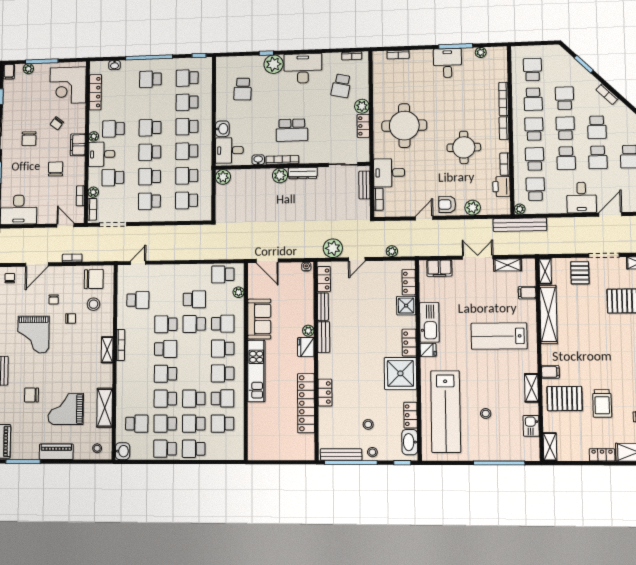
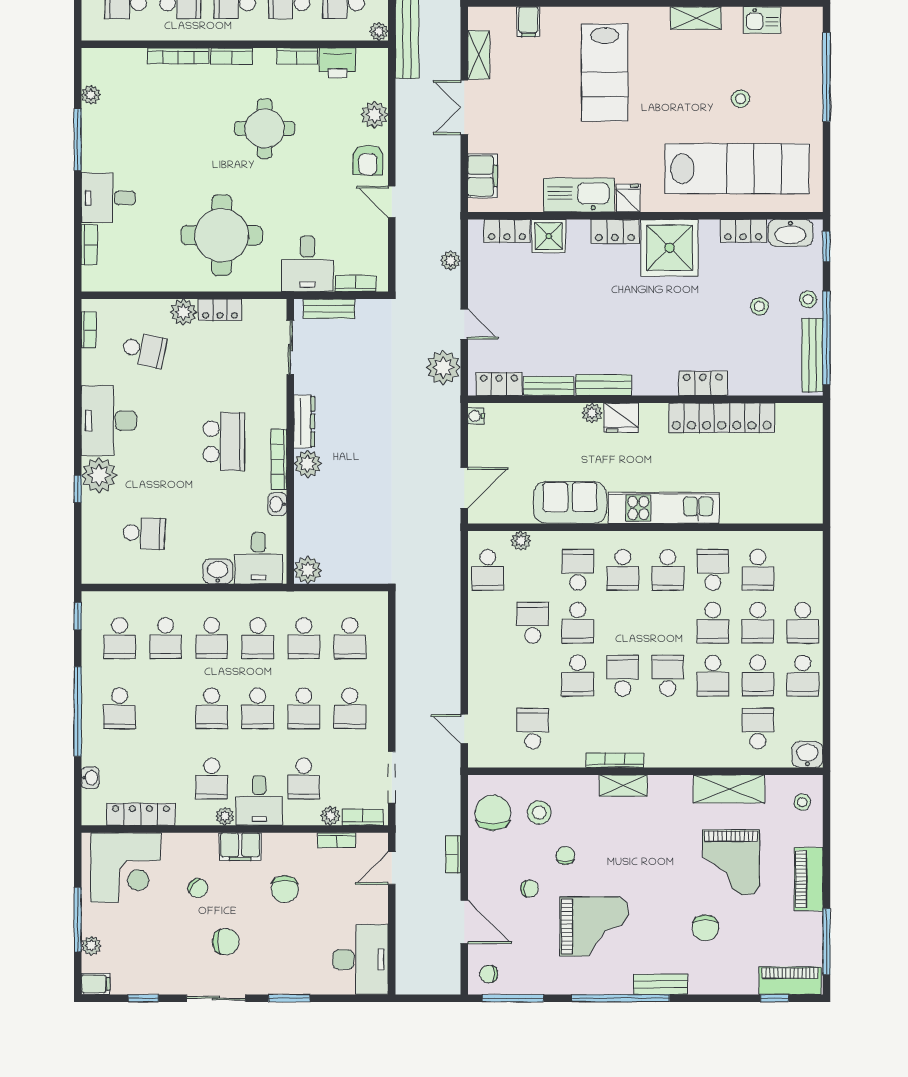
desk: (447, 63) -> (108, 198), moved
chair: (56, 169) -> (285, 889), turned -90
school desk: (165, 374) -> (668, 676), turned 180

